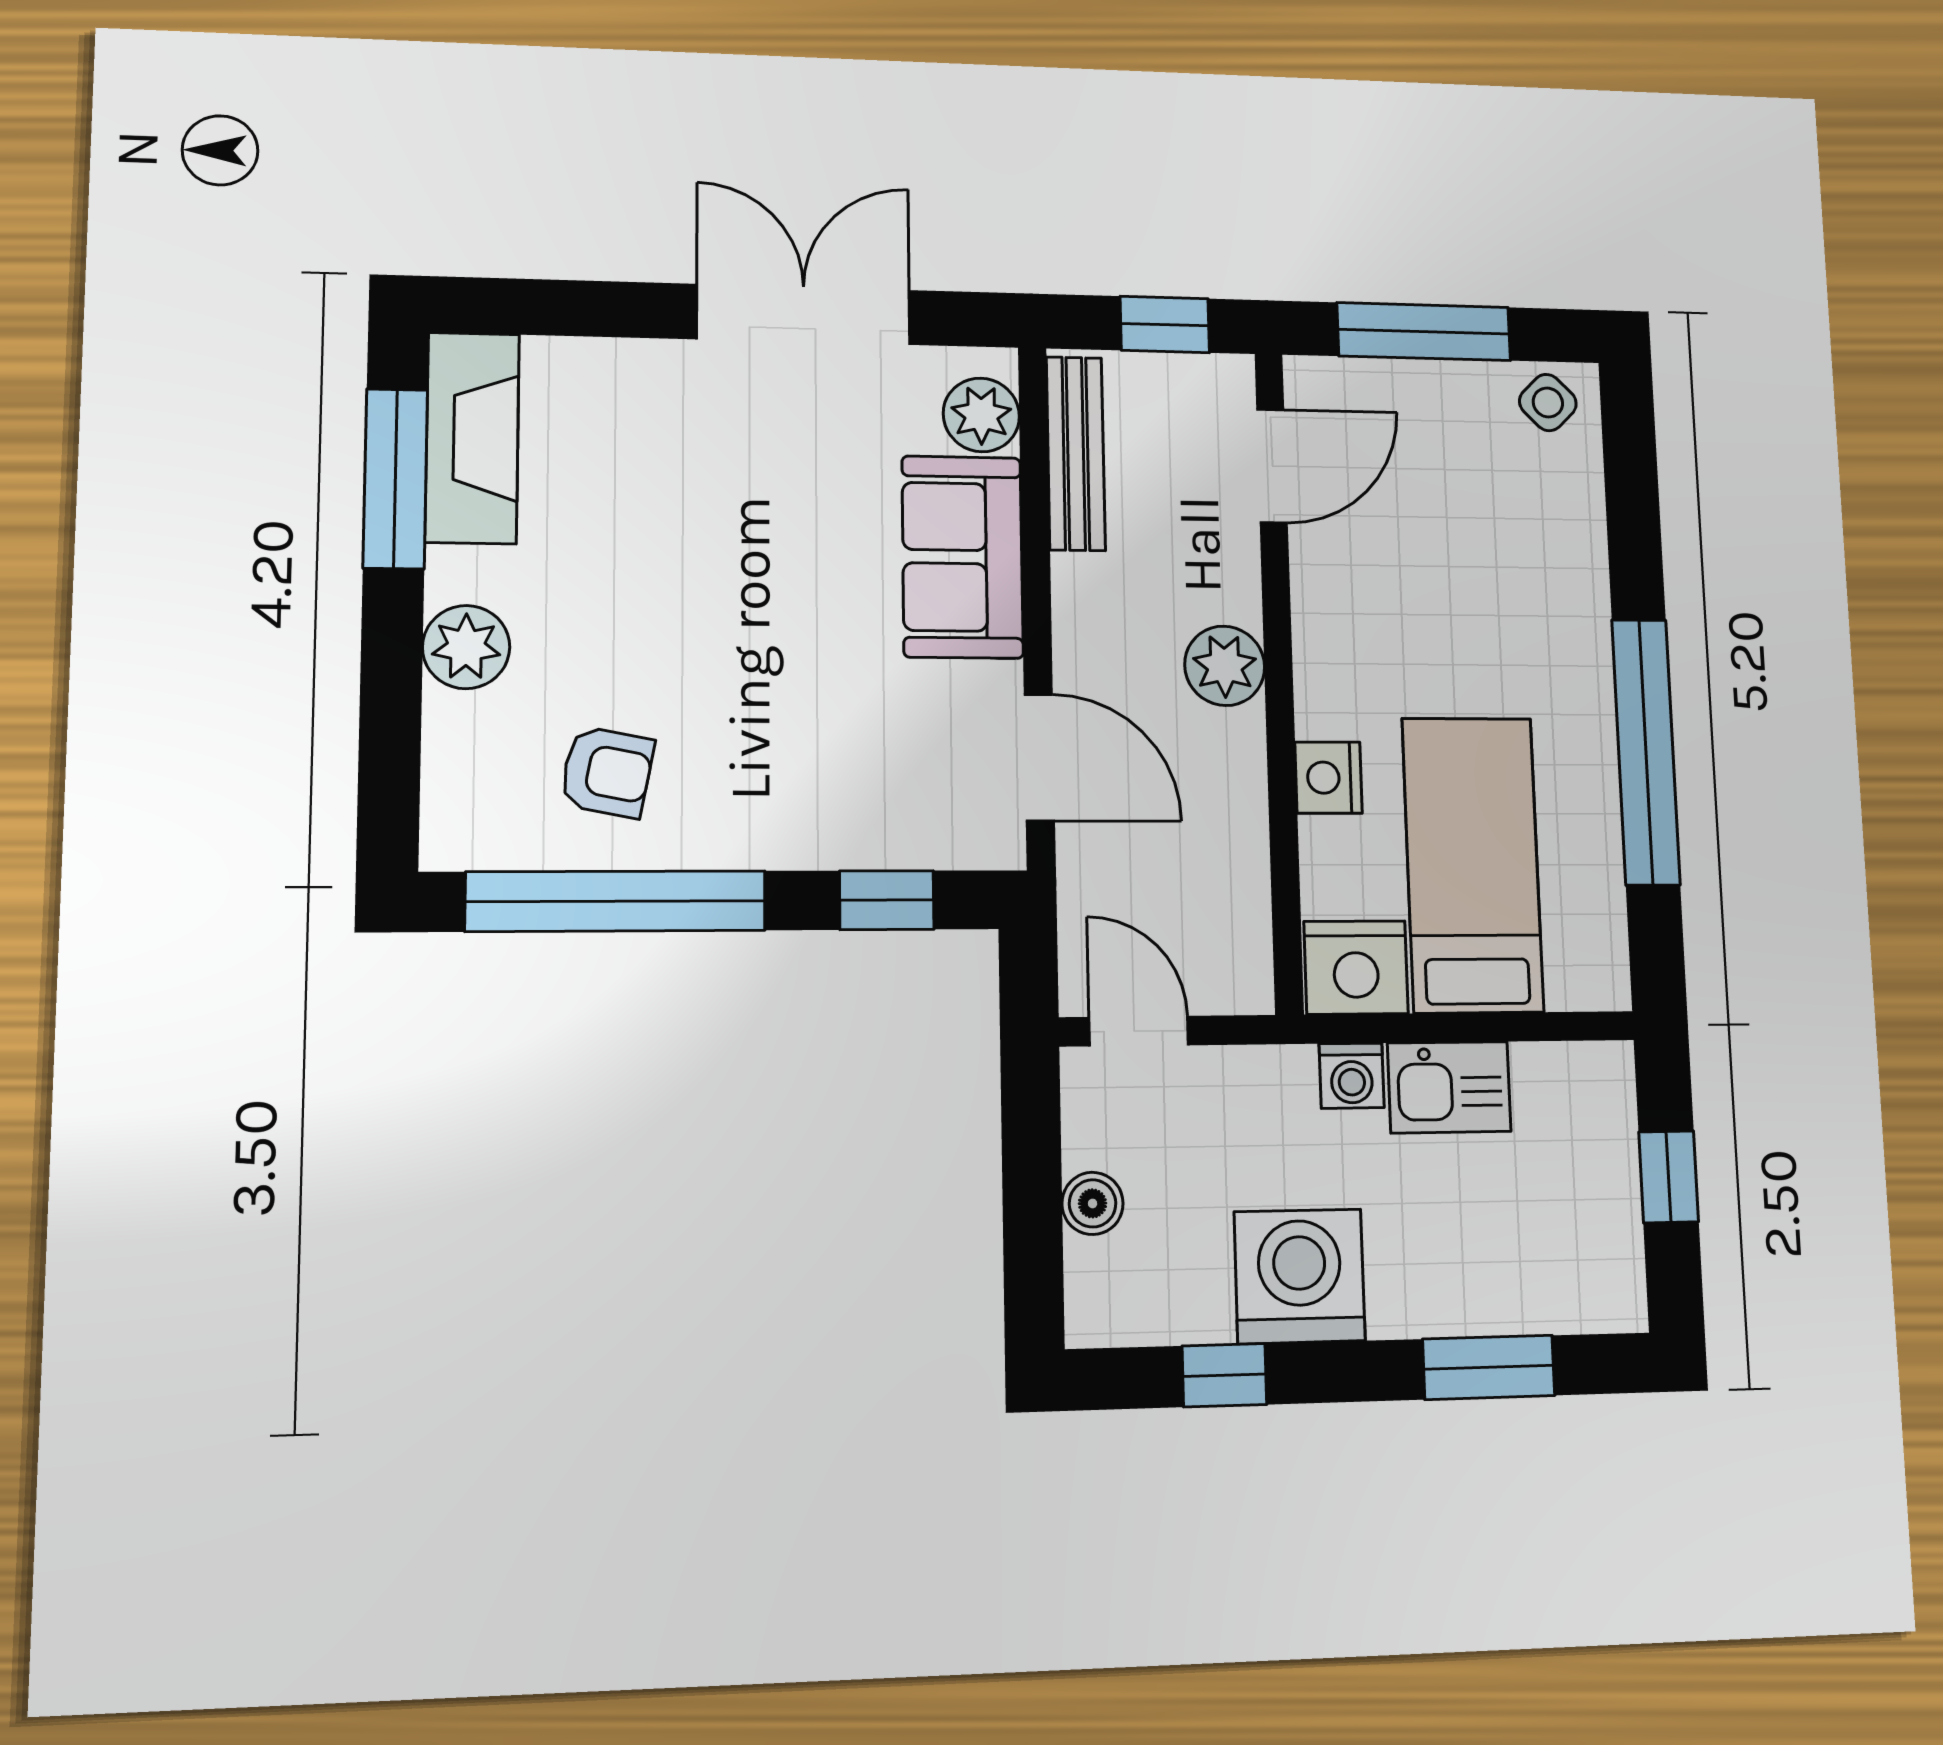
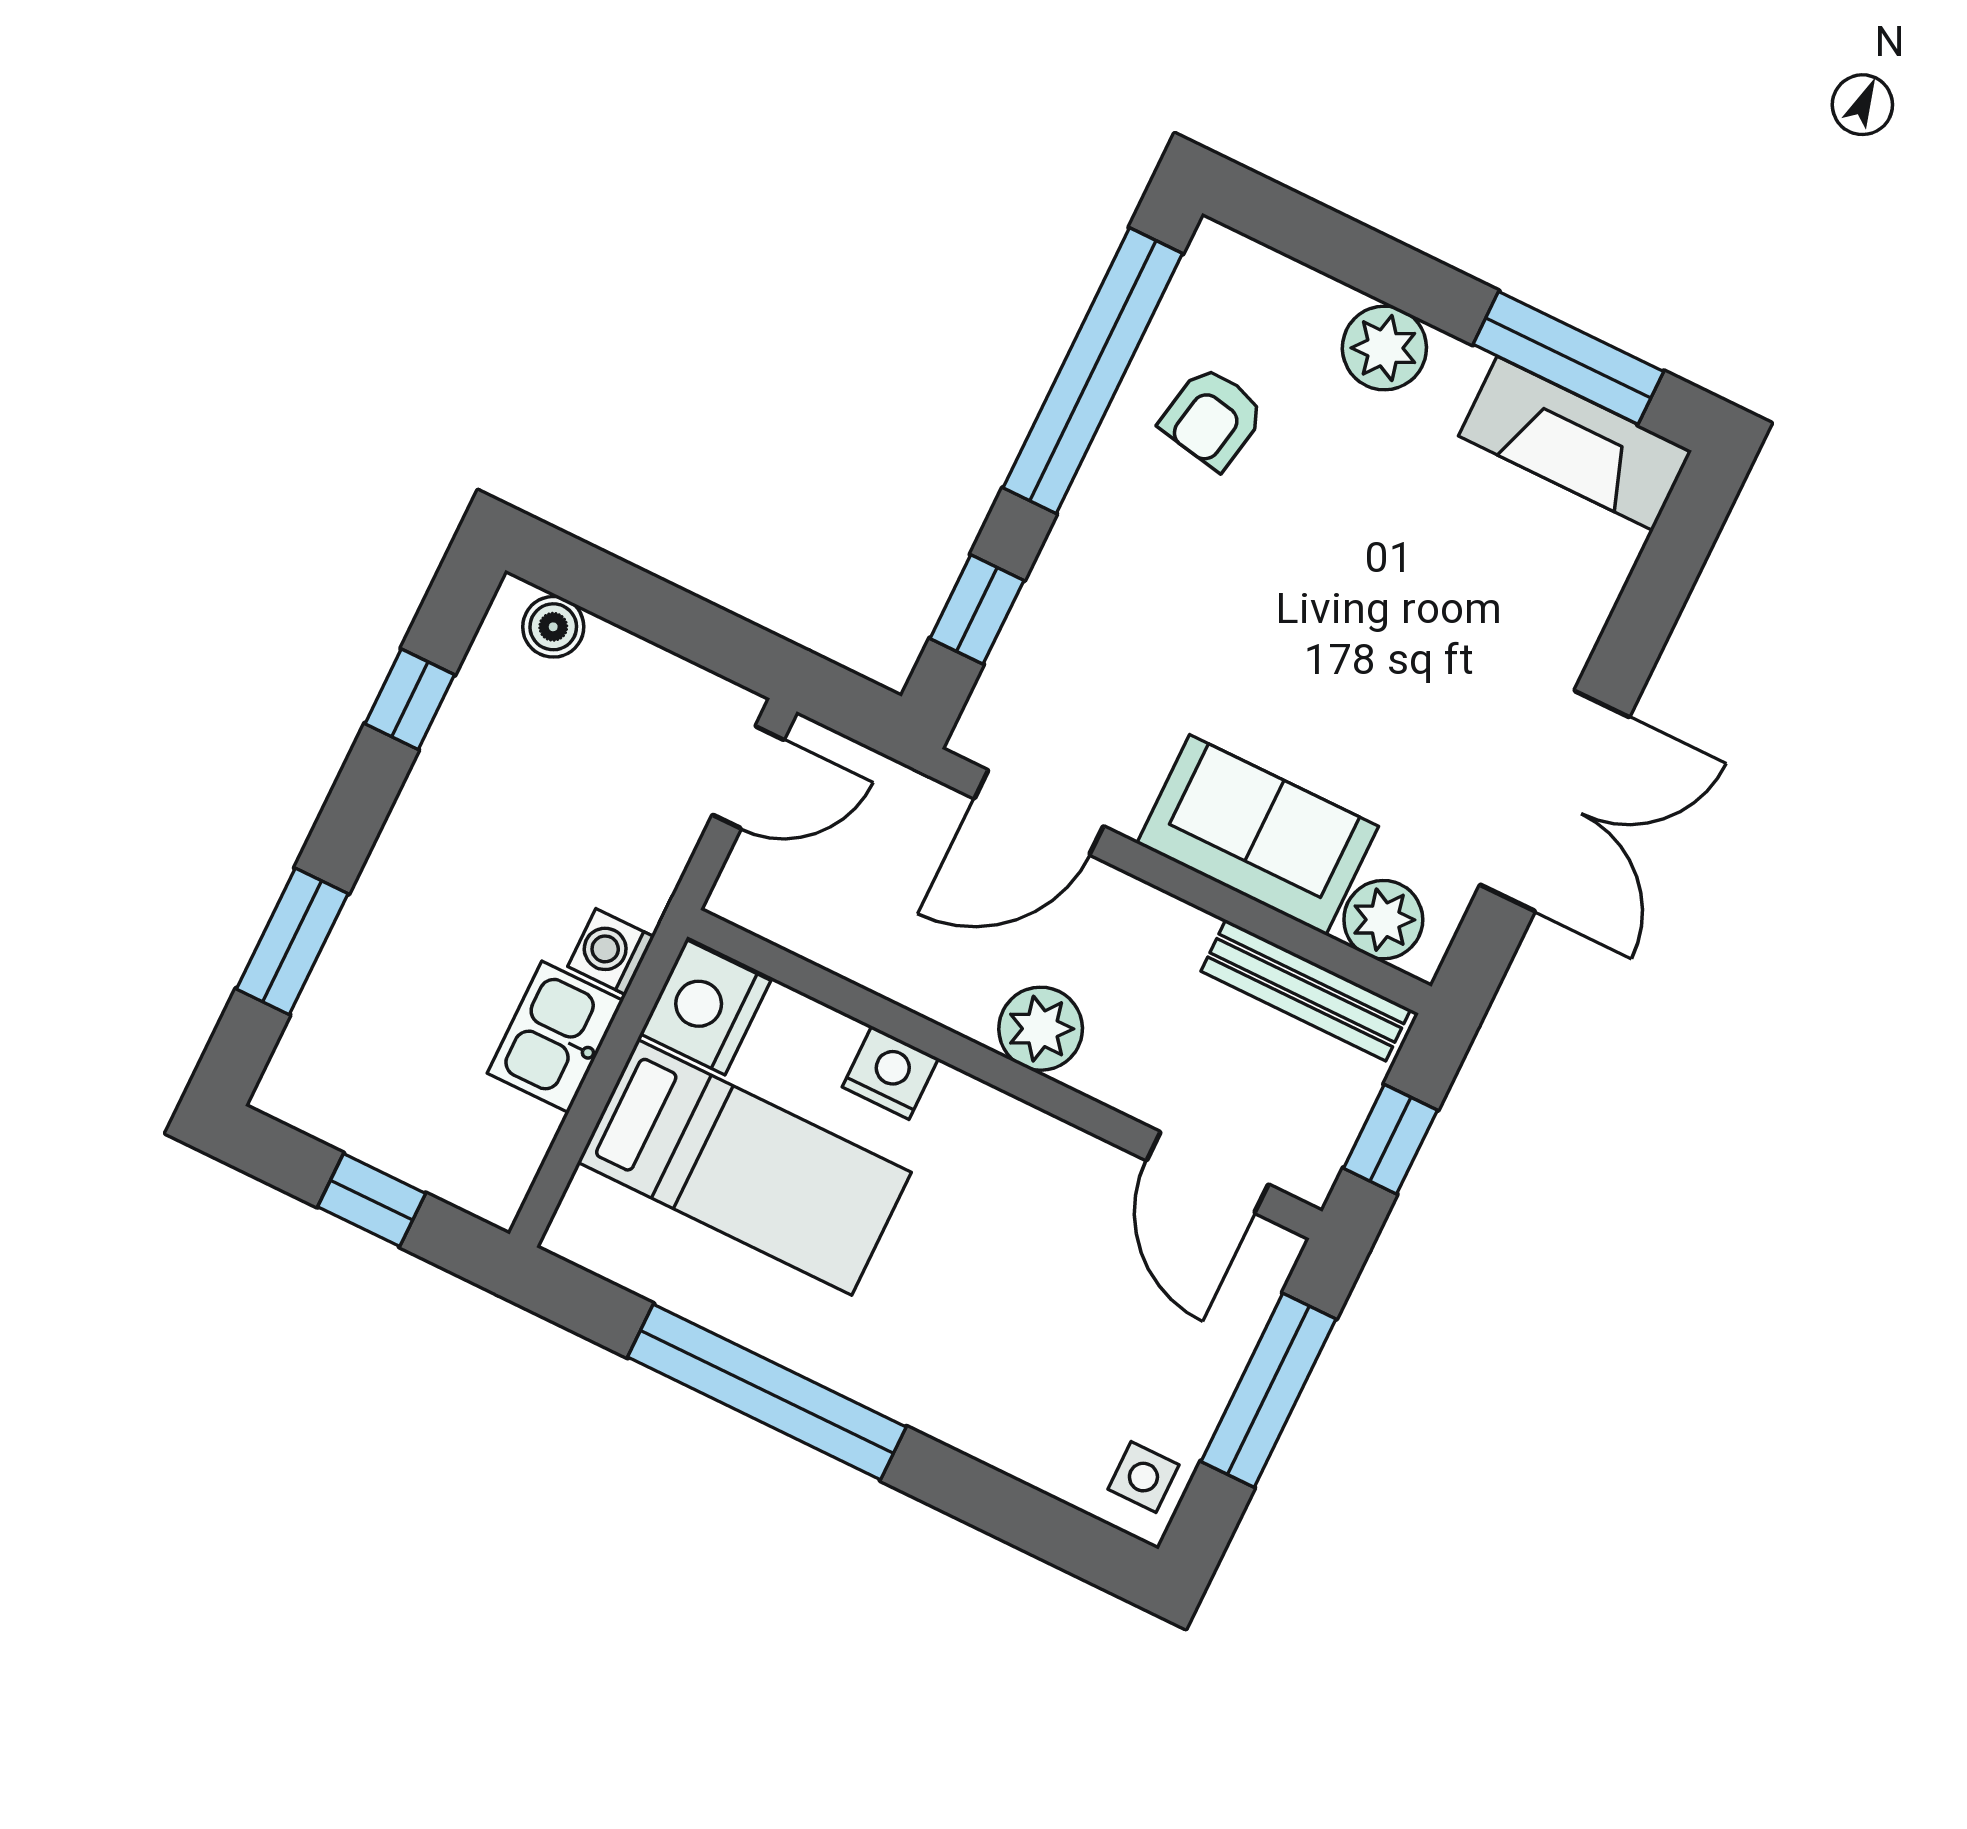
side table: (1548, 403) -> (1143, 1477), turned 45
boiler: (1093, 1203) -> (553, 627), moved
washing machine: (1300, 1276) -> (460, 811), removed

